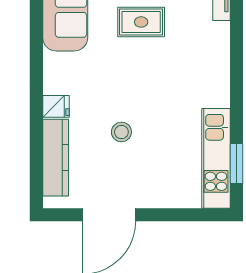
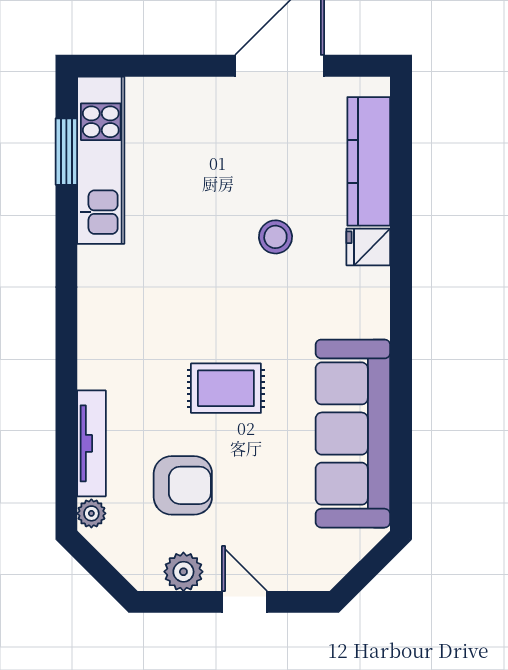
stool: (121, 132) -> (275, 237), moved

